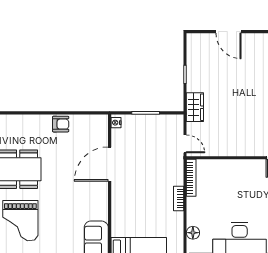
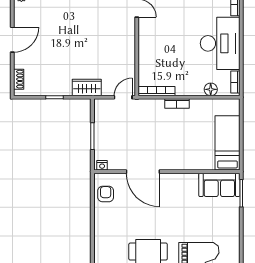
door: (228, 32) -> (12, 40), moved
shoe rack: (203, 38) -> (19, 79), added
armchair: (61, 124) -> (106, 194), moved

